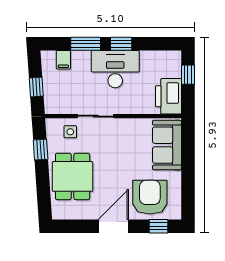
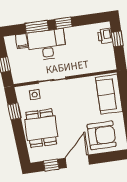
desk: (115, 69) -> (47, 45), moved
printer: (169, 96) -> (105, 36), moved, width x0.53, depth x0.68
armchair: (150, 197) -> (102, 135), turned 90
window: (159, 226) -> (51, 165), moved

